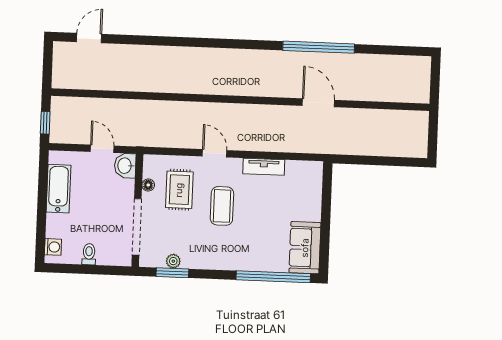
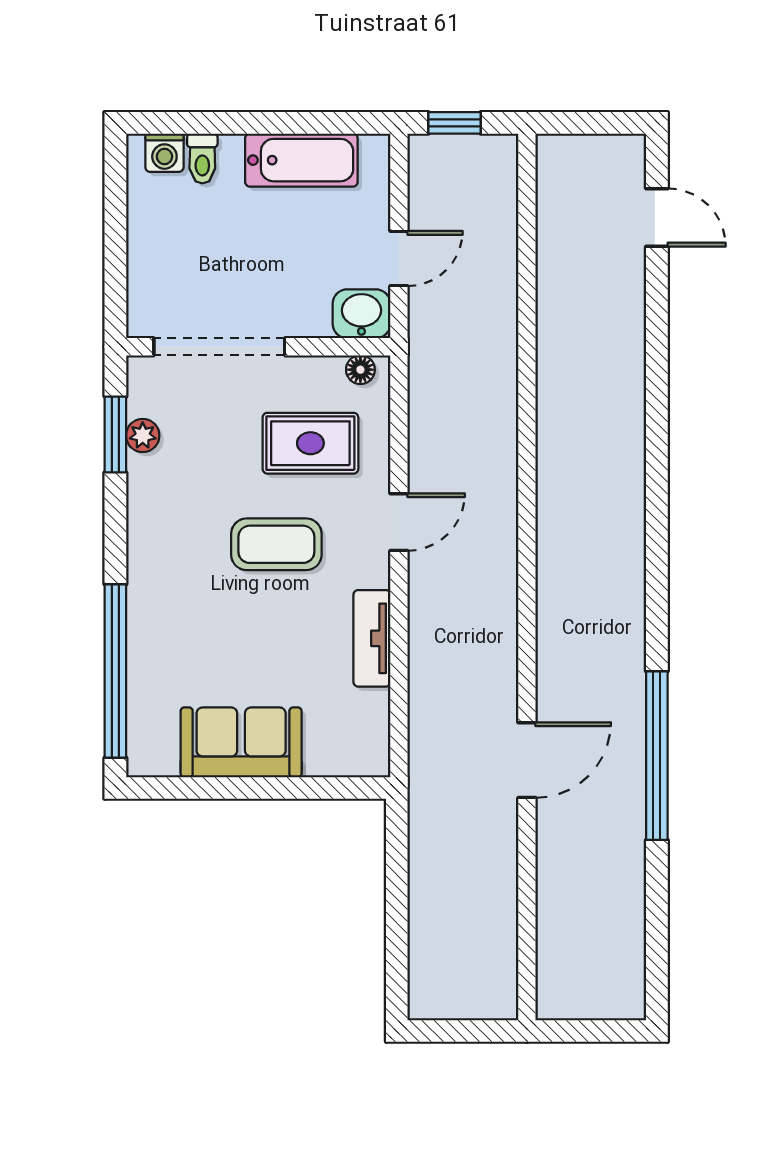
floor lamp: (148, 185) -> (360, 370), moved
sofa: (305, 248) -> (241, 742), moved
toilet: (89, 254) -> (202, 158), moved, turned 90

